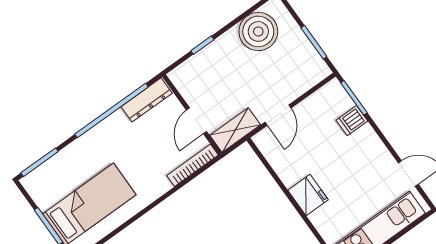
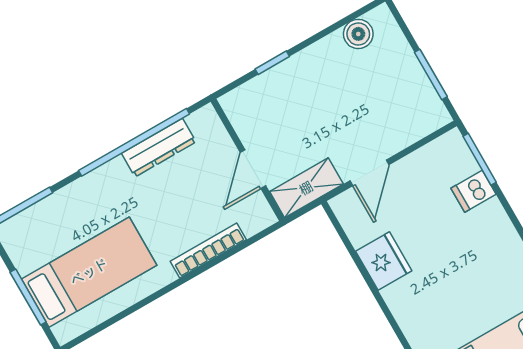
boiler: (258, 31) -> (358, 34), width x0.54, depth x0.54
dresser: (147, 100) -> (159, 148), moved
bookcase: (193, 165) -> (208, 250), moved
fridge: (308, 195) -> (384, 261), moved

